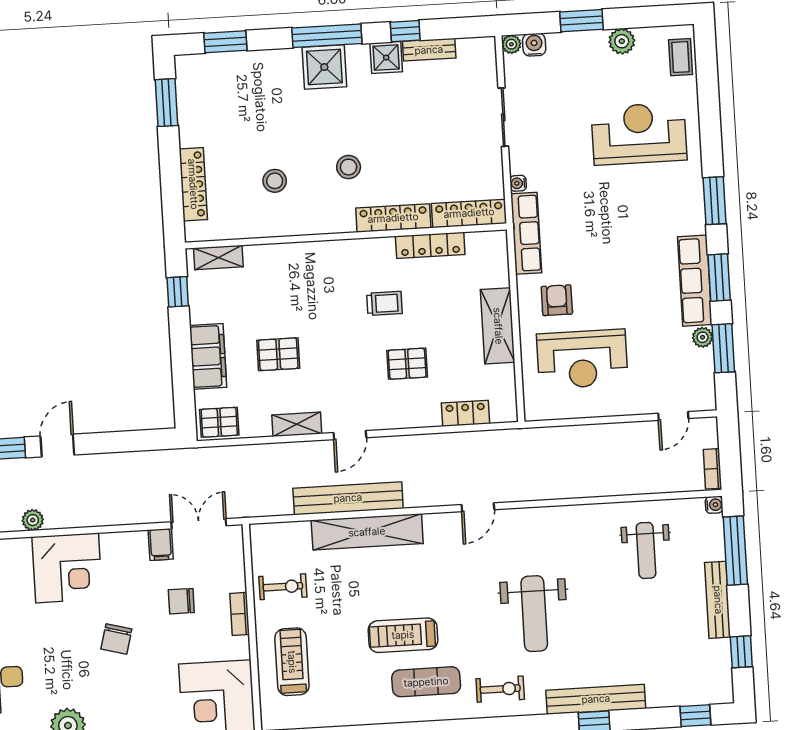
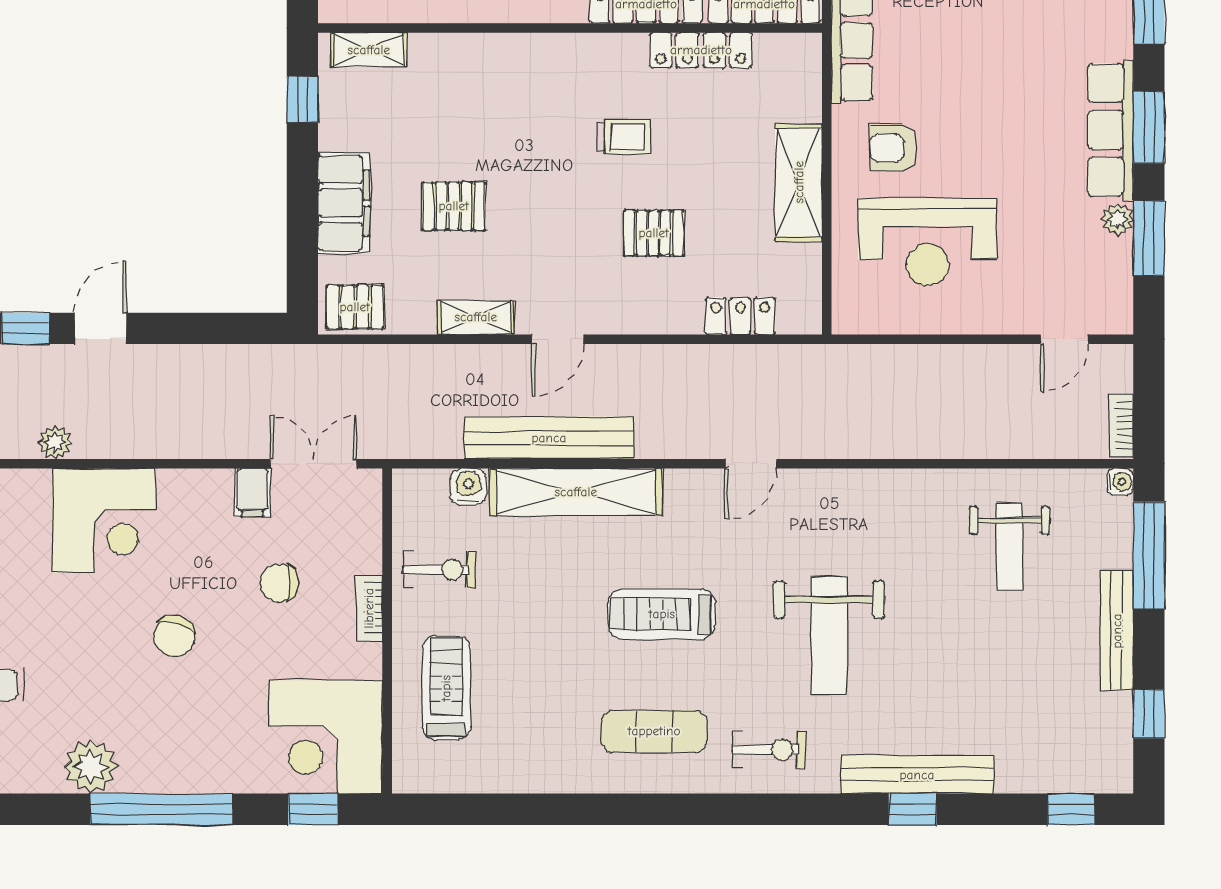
armchair: (557, 300) -> (893, 148), turned -90
water cooler: (298, 532) -> (468, 486), added
treadmill: (403, 635) -> (662, 614), moved

